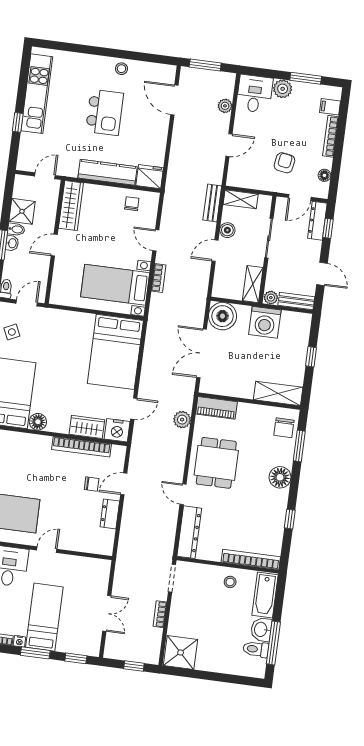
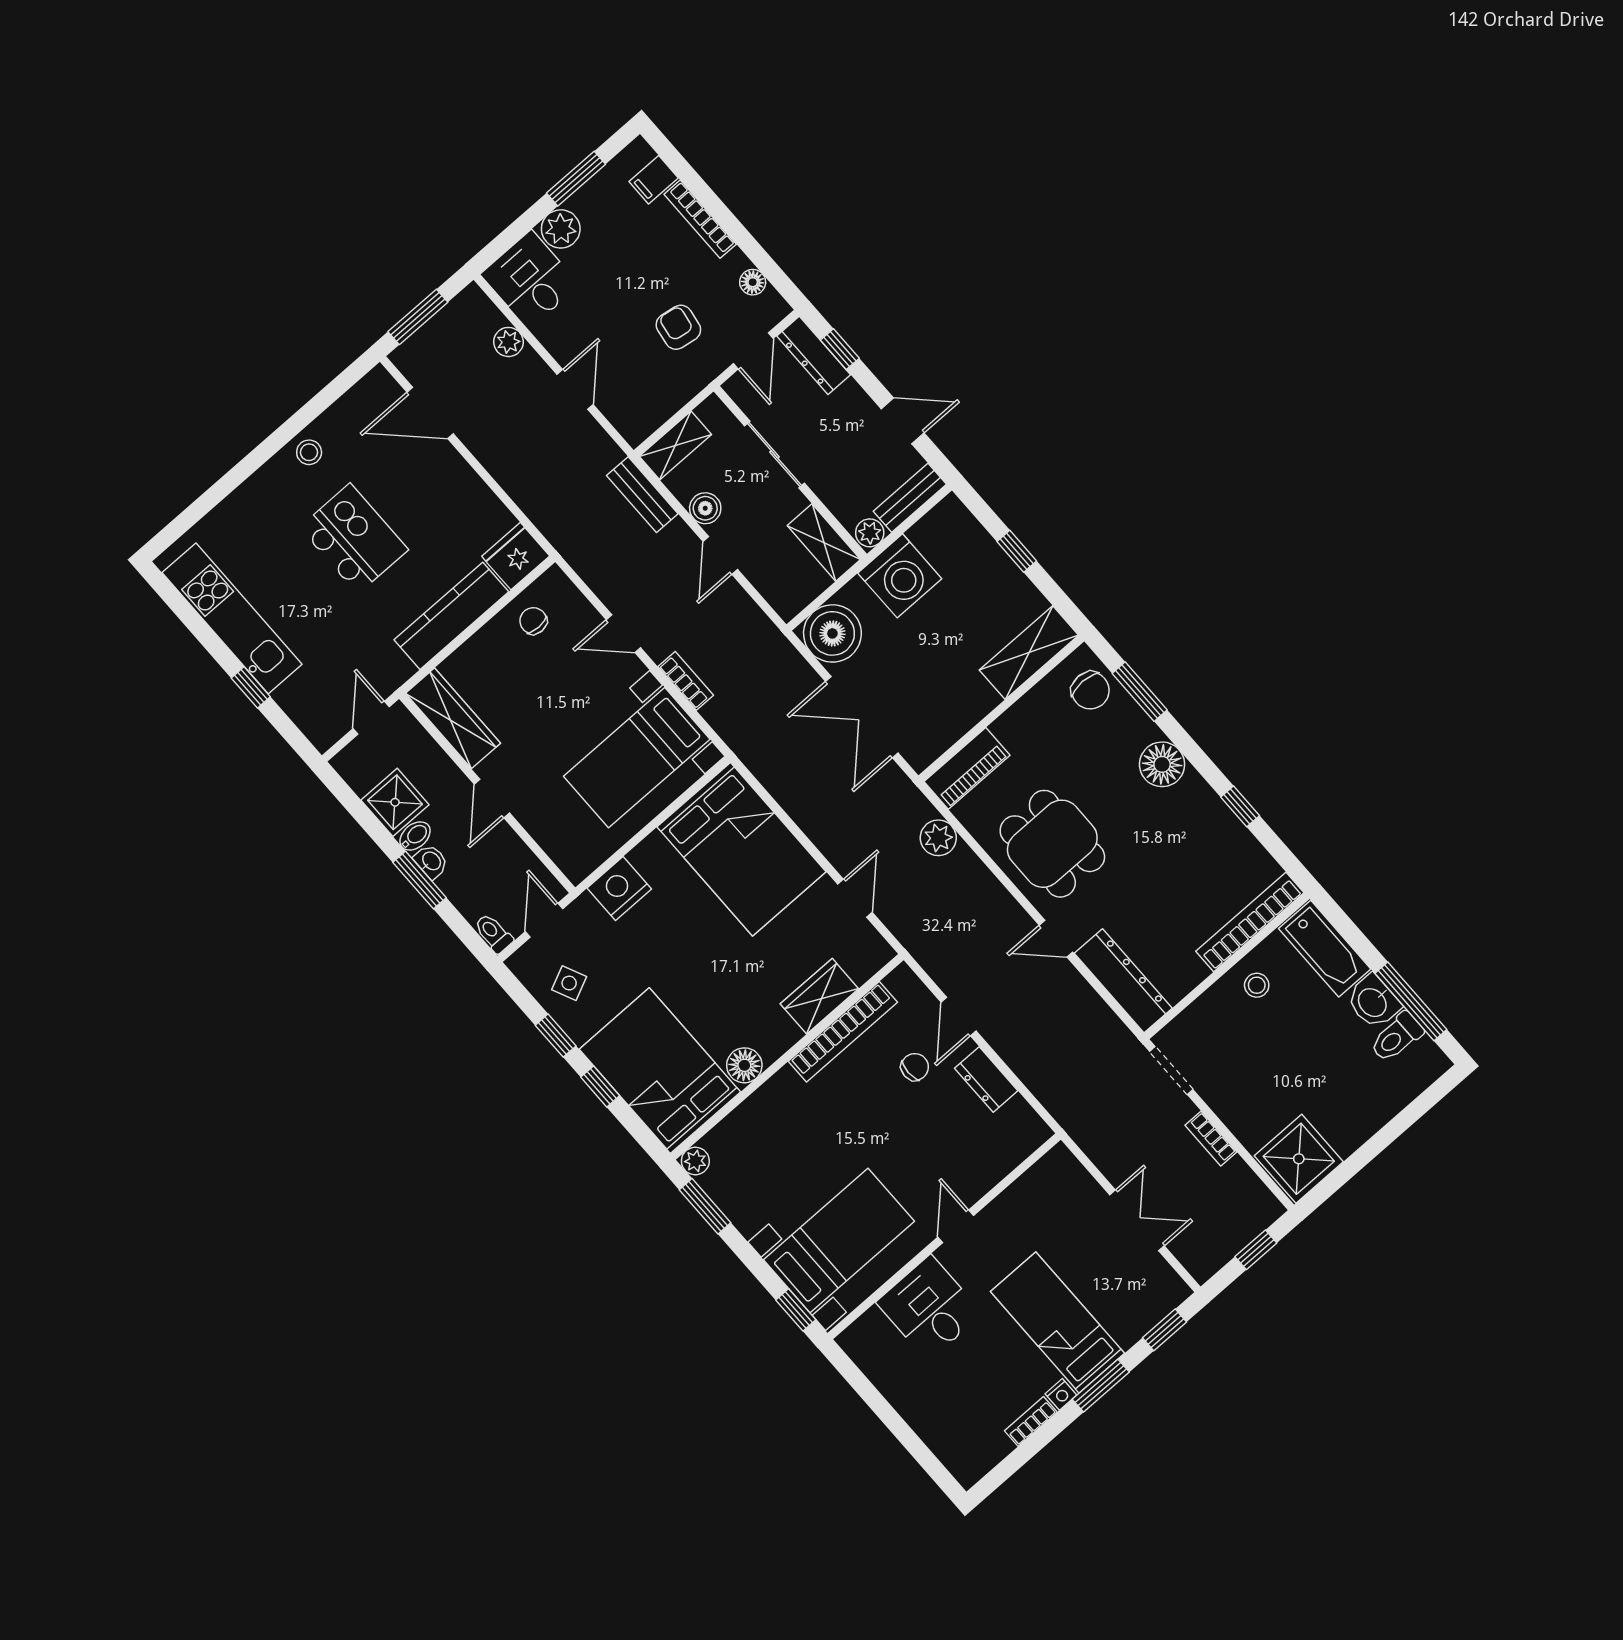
nightstand: (117, 430) -> (619, 889), moved, turned 180

